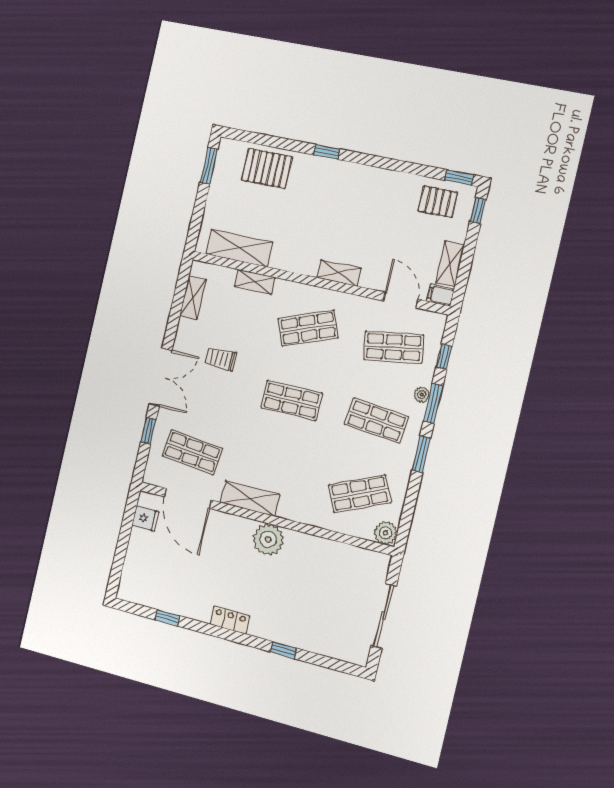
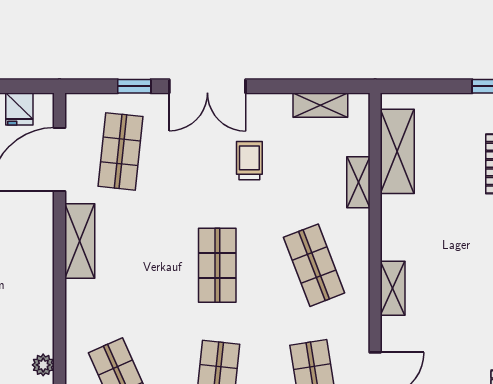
plant: (268, 539) -> (43, 365), moved, width x0.53, depth x0.53

